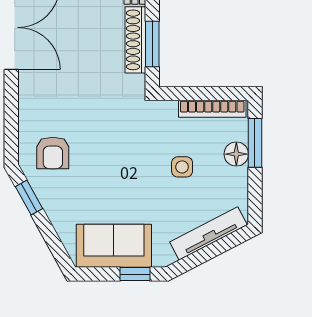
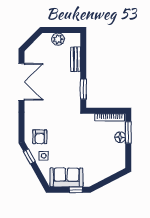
shoe rack: (135, 40) -> (76, 87), removed
side table: (182, 167) -> (44, 156), moved
tv unit: (208, 233) -> (108, 172), removed

